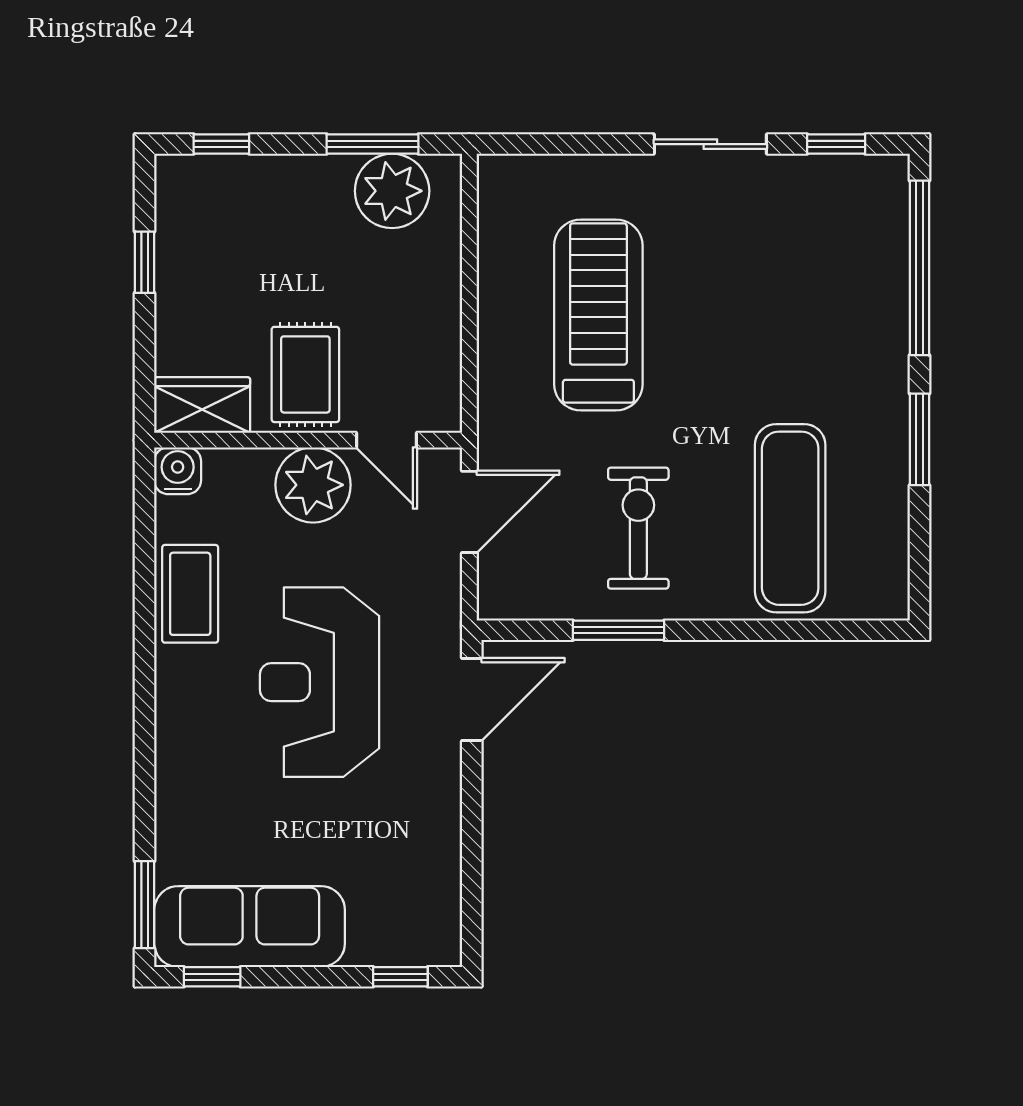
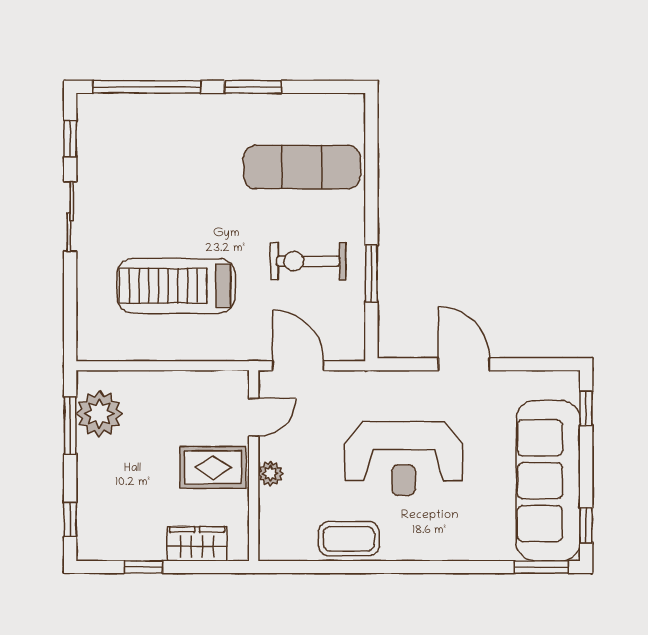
wardrobe: (202, 405) -> (197, 544), moved, turned 90
water cooler: (178, 471) -> (273, 547), removed
plant: (313, 485) -> (270, 474), width x0.53, depth x0.53
door: (472, 700) -> (464, 364), moved
sofa: (250, 927) -> (548, 481), width x1.36, depth x1.27

